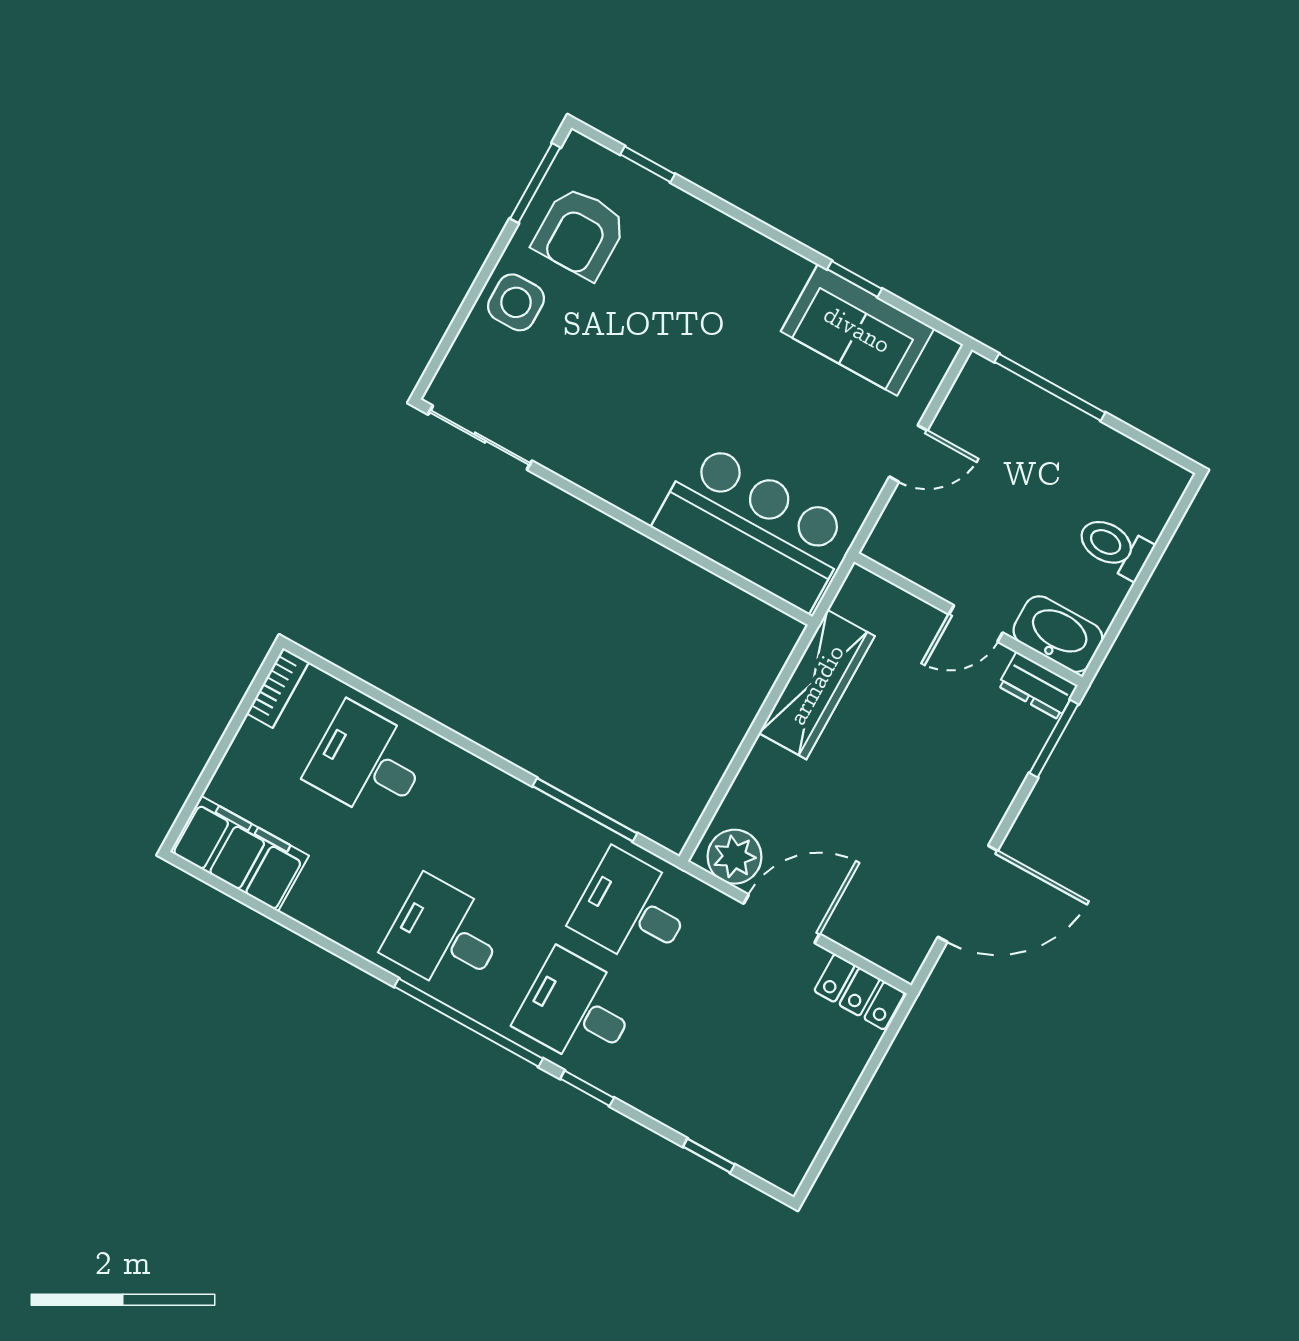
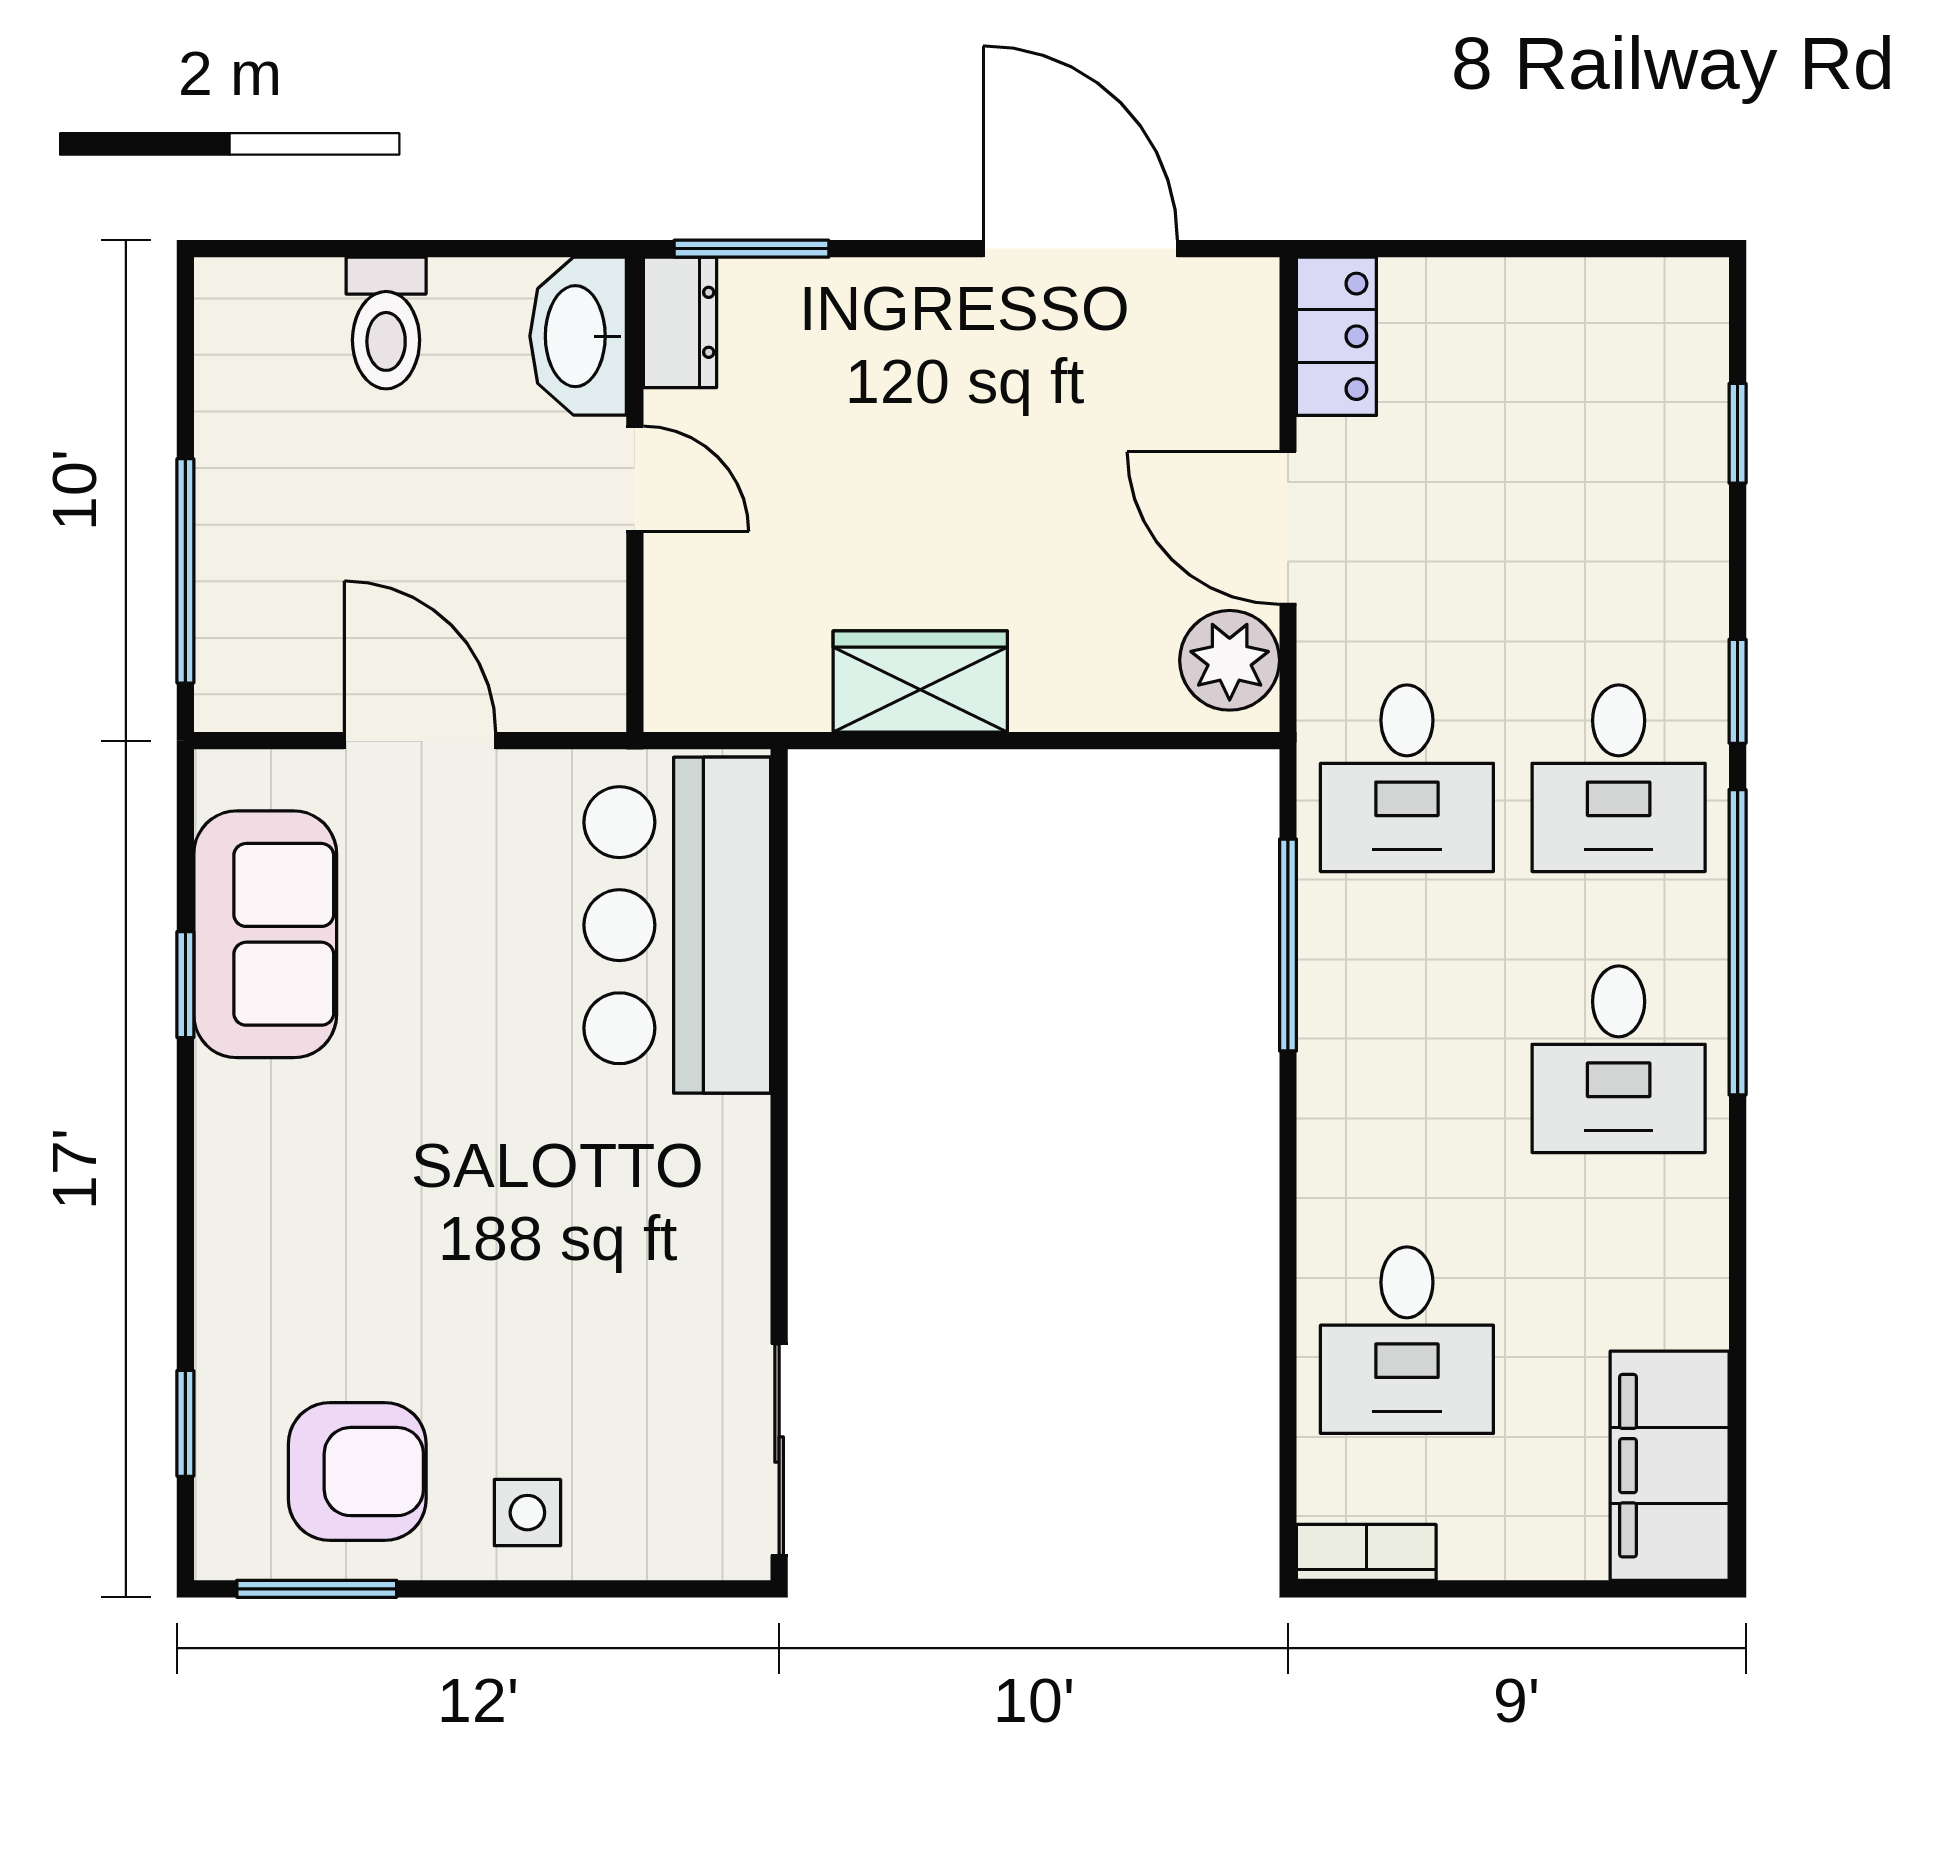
side table: (516, 302) -> (527, 1513), width x0.73, depth x0.73
door: (908, 454) -> (420, 741), width x1.38
wardrobe: (817, 685) -> (920, 682), width x0.67

